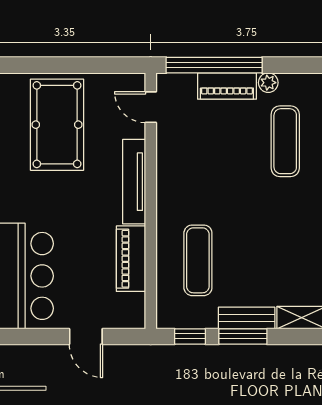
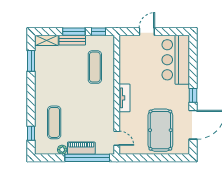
tv unit: (134, 182) -> (124, 98), width x0.71
piano: (131, 259) -> (126, 68), removed
door: (86, 336) -> (147, 32), hinge flipped

